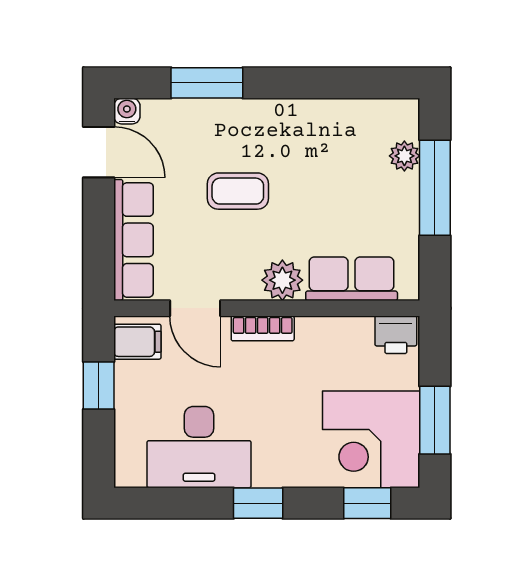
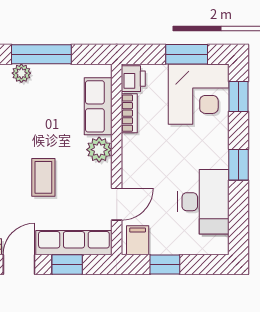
window: (99, 229) -> (67, 264), added
bookcase: (263, 328) -> (129, 113), moved

